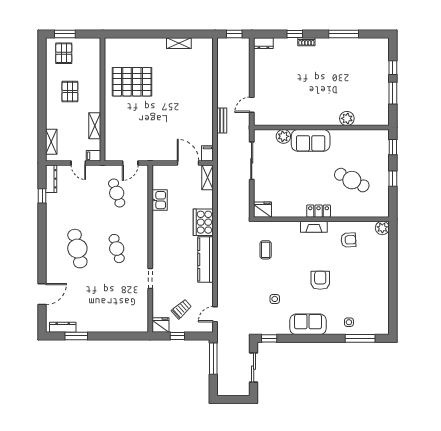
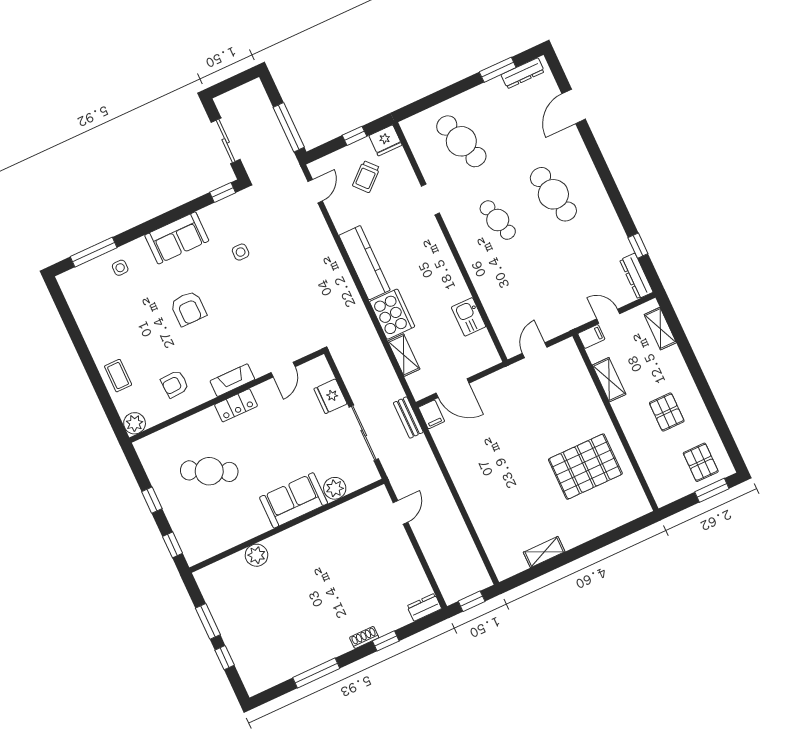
bench: (222, 120) -> (408, 418), moved
shelving: (208, 177) -> (404, 355), moved
cafe table: (117, 193) -> (461, 141), moved, width x1.37, depth x1.35
fridge: (262, 210) -> (330, 396), moved, turned 90
door: (282, 219) -> (283, 370), added
coffee table: (266, 250) -> (118, 376), moved

